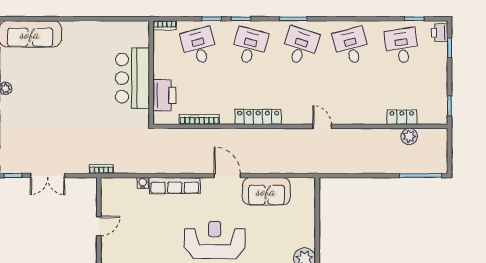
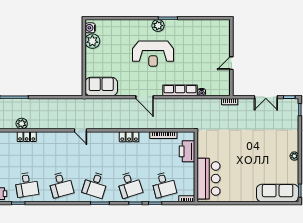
desk: (250, 46) -> (129, 185), turned -33
bar counter: (132, 78) -> (209, 179), moved
locker: (258, 117) -> (129, 137), width x0.66
double door: (48, 176) -> (266, 97), swing flipped
sofa: (266, 191) -> (101, 87), moved

